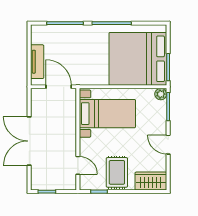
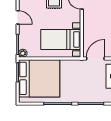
door: (59, 87) -> (95, 58), swing flipped

